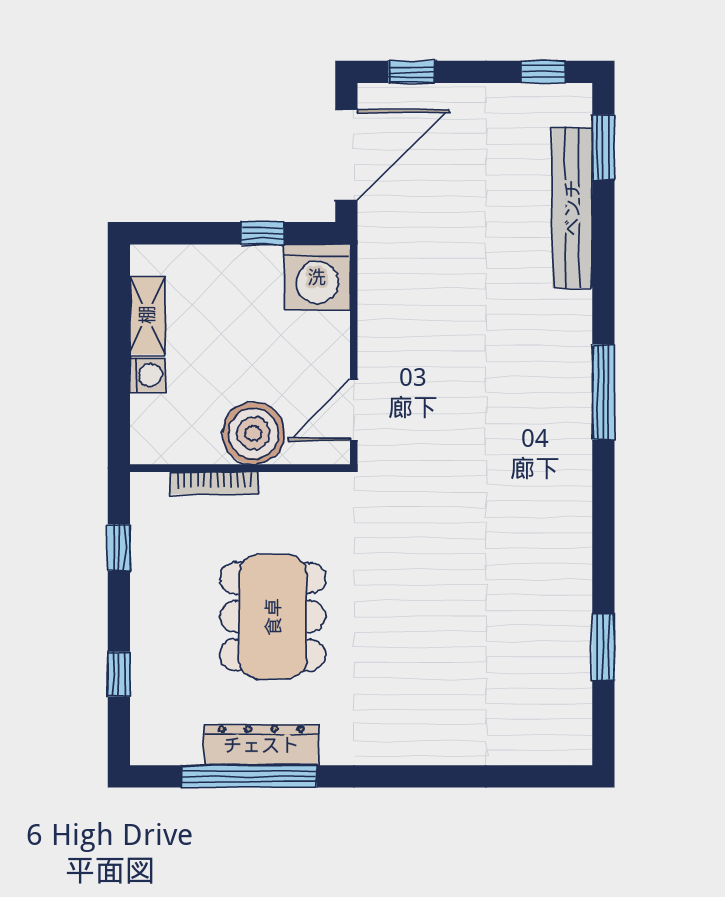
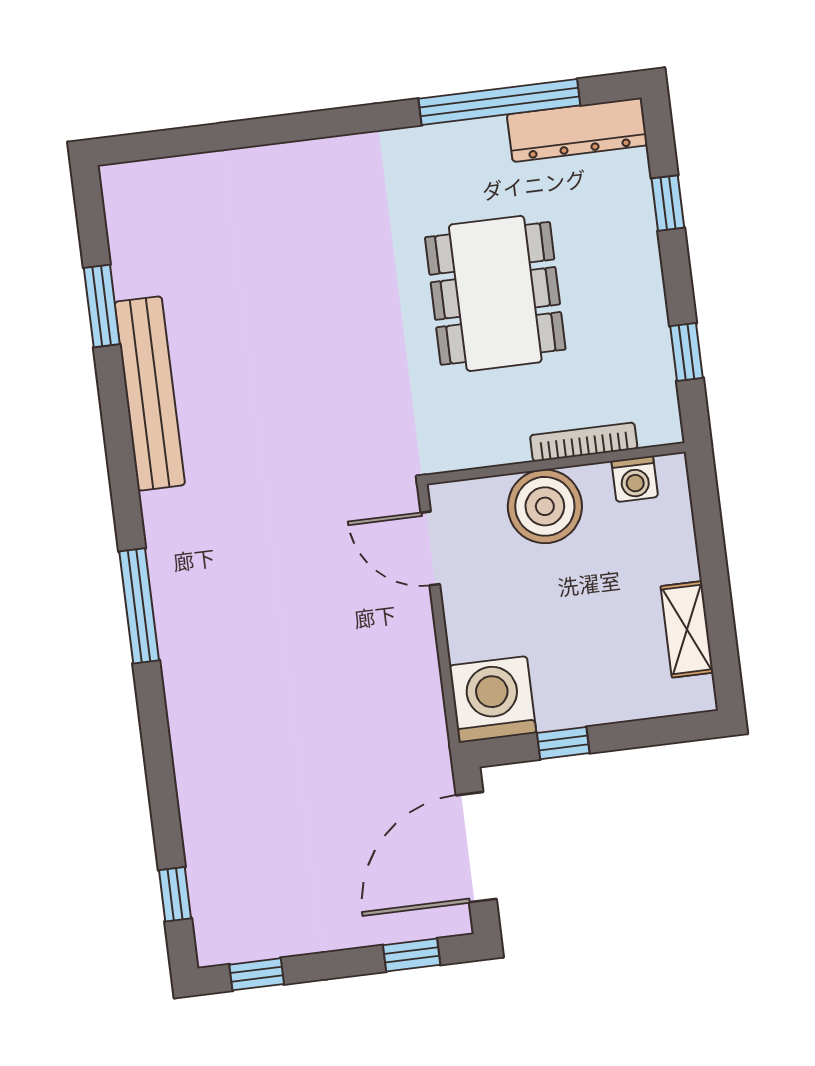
window: (603, 147) -> (175, 894), width x0.67
bench: (572, 208) -> (150, 393), moved
washing machine: (148, 375) -> (635, 479), moved, turned -90
door: (354, 410) -> (430, 548), swing flipped
dresser: (261, 745) -> (577, 130), moved

